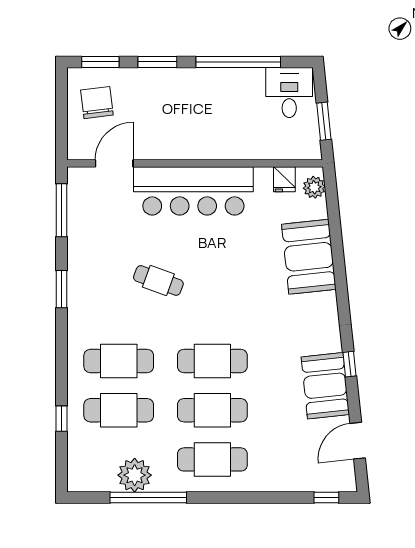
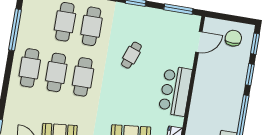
chair: (97, 103) -> (233, 38), turned -83
door: (114, 163) -> (199, 42), hinge flipped
bar counter: (193, 191) -> (175, 91), width x0.73
plant: (135, 475) -> (28, 24), removed

